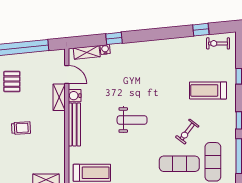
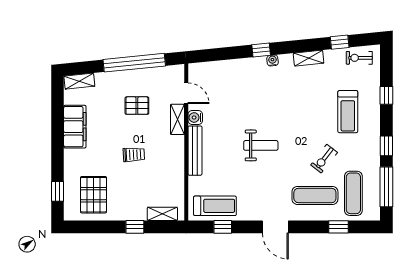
window: (114, 38) -> (261, 50), moved
water cooler: (105, 49) -> (273, 60), moved
shelving: (87, 52) -> (309, 58), moved
pallet: (12, 82) -> (137, 106), moved, turned 90
treadmill: (208, 90) -> (348, 112), turned -90

